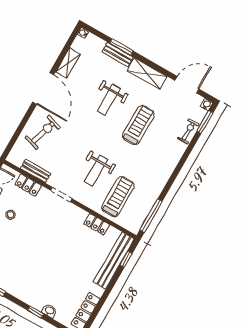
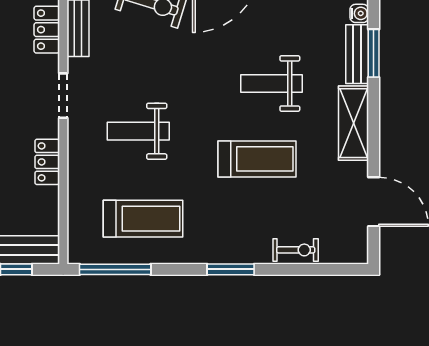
water cooler: (207, 104) -> (359, 13), moved
window: (205, 122) -> (231, 269), moved
treadmill: (118, 197) -> (143, 219), moved
locker: (97, 224) -> (47, 162), moved

